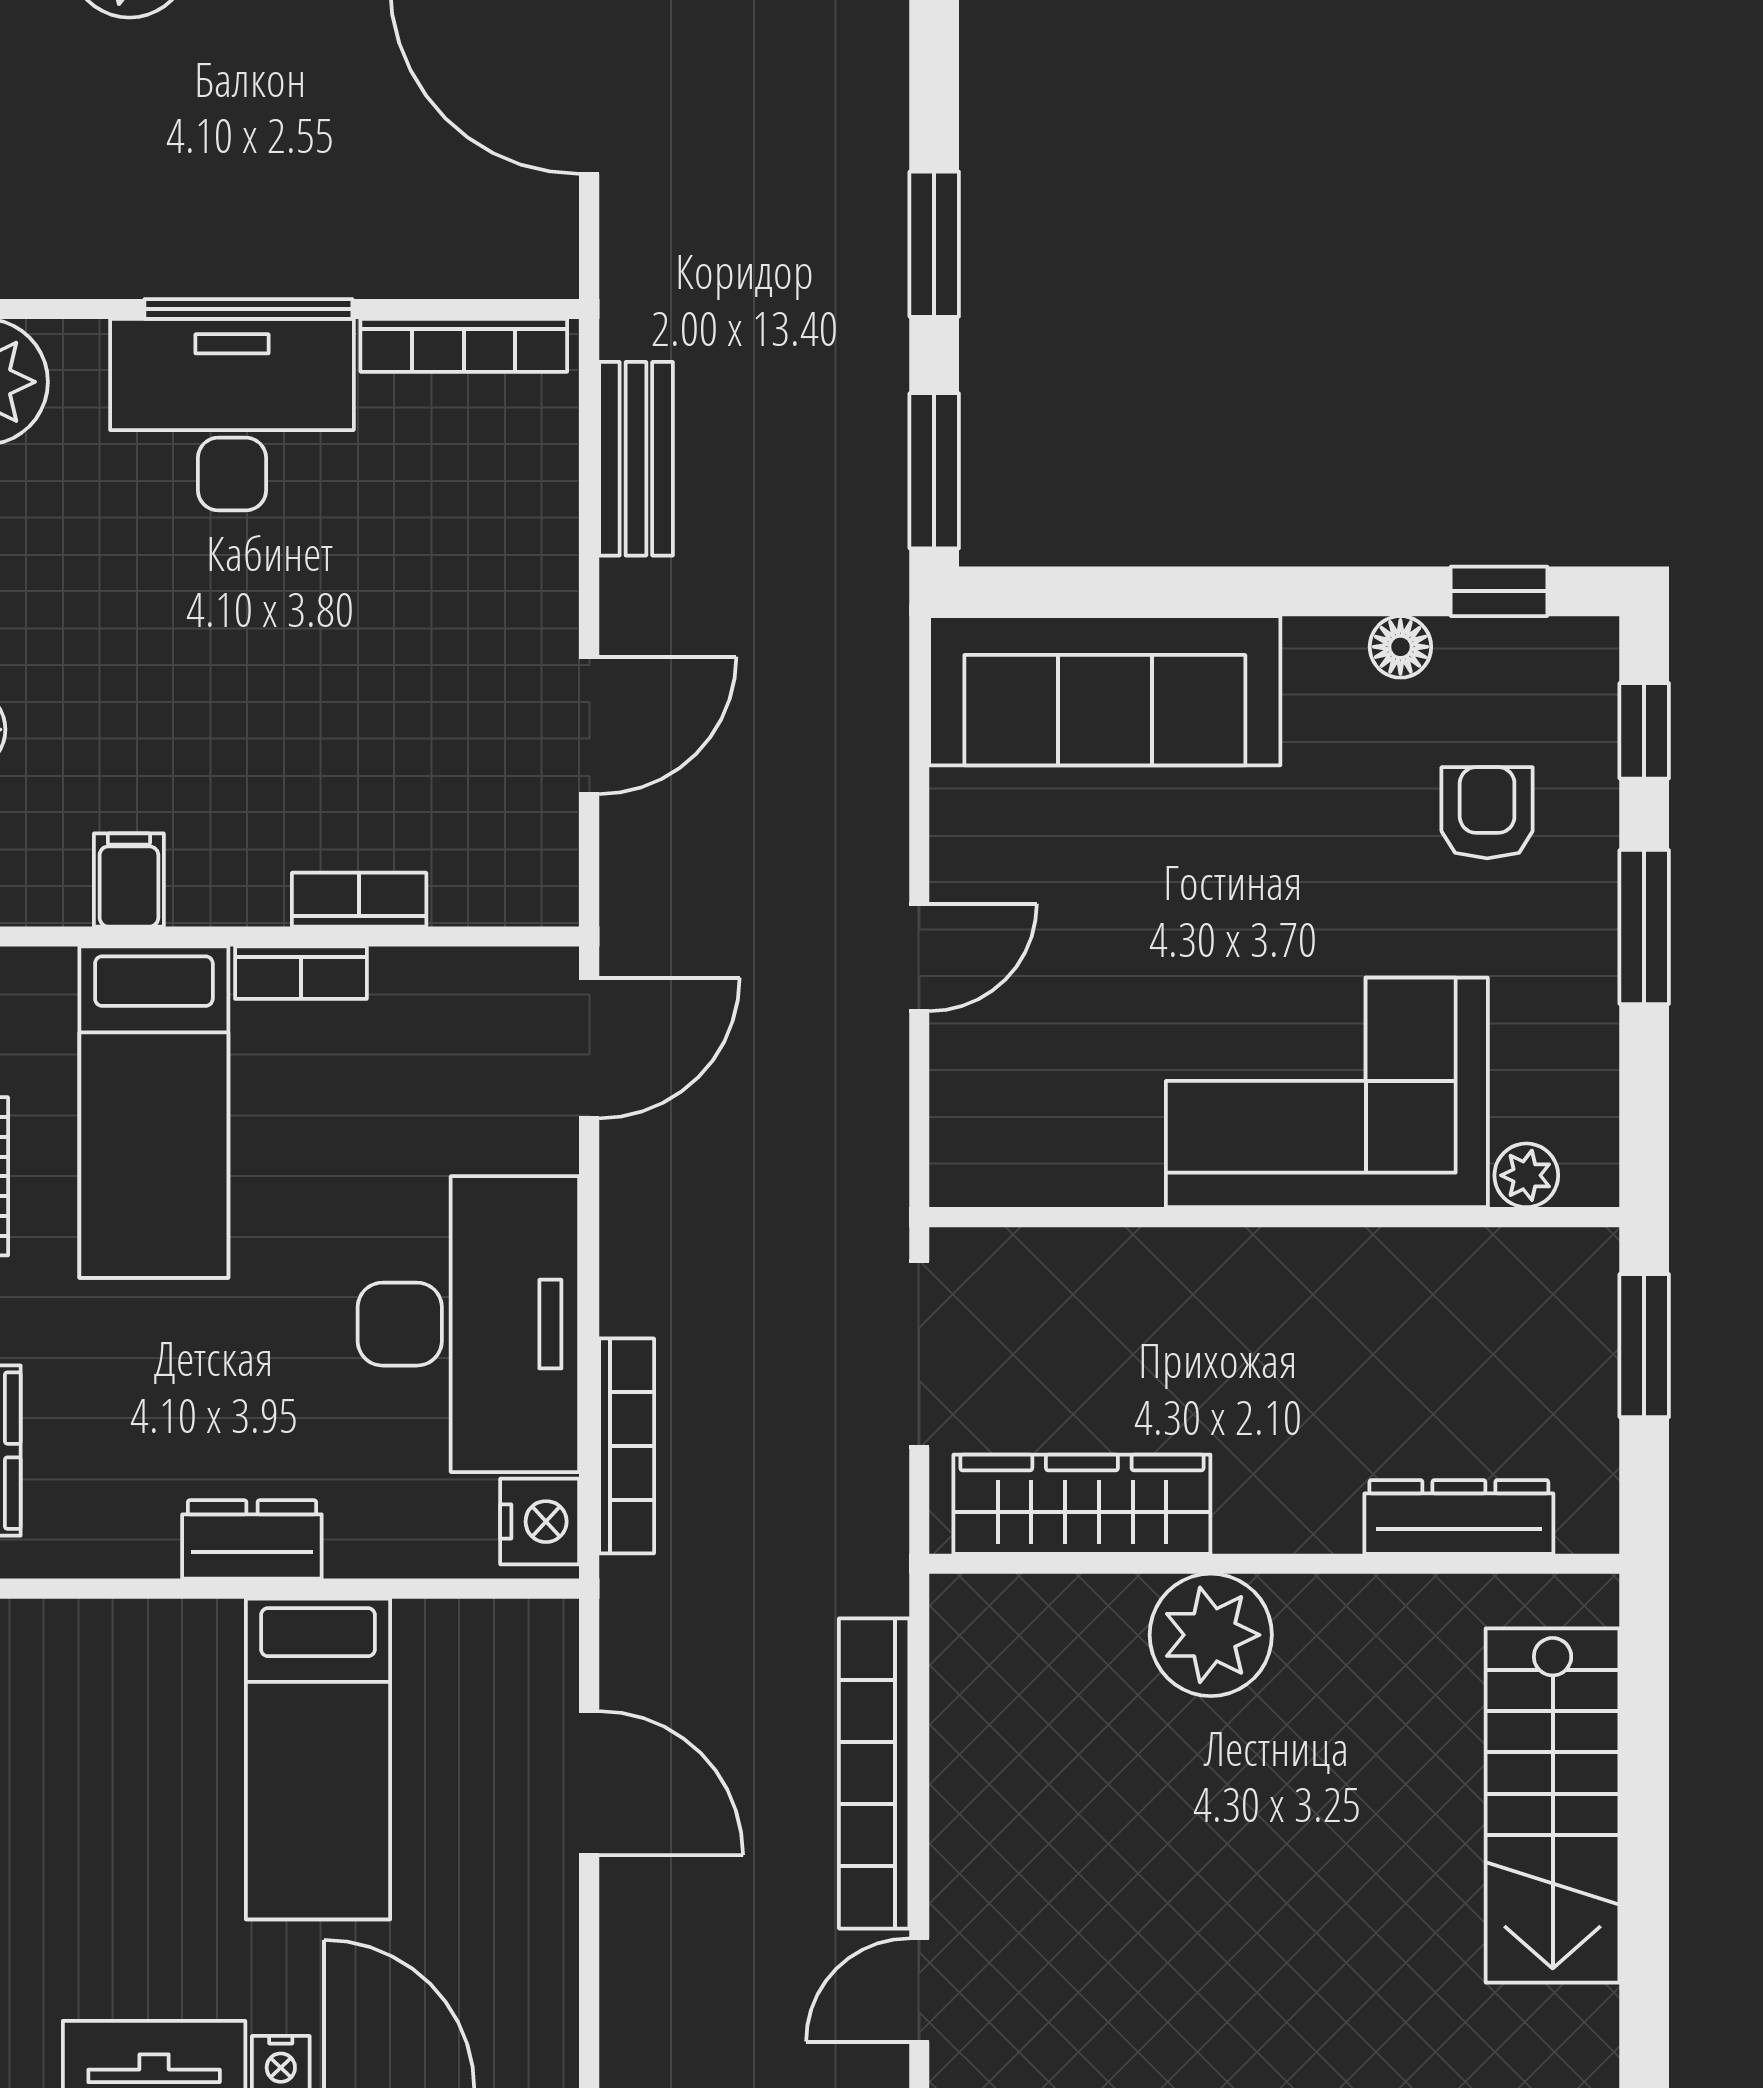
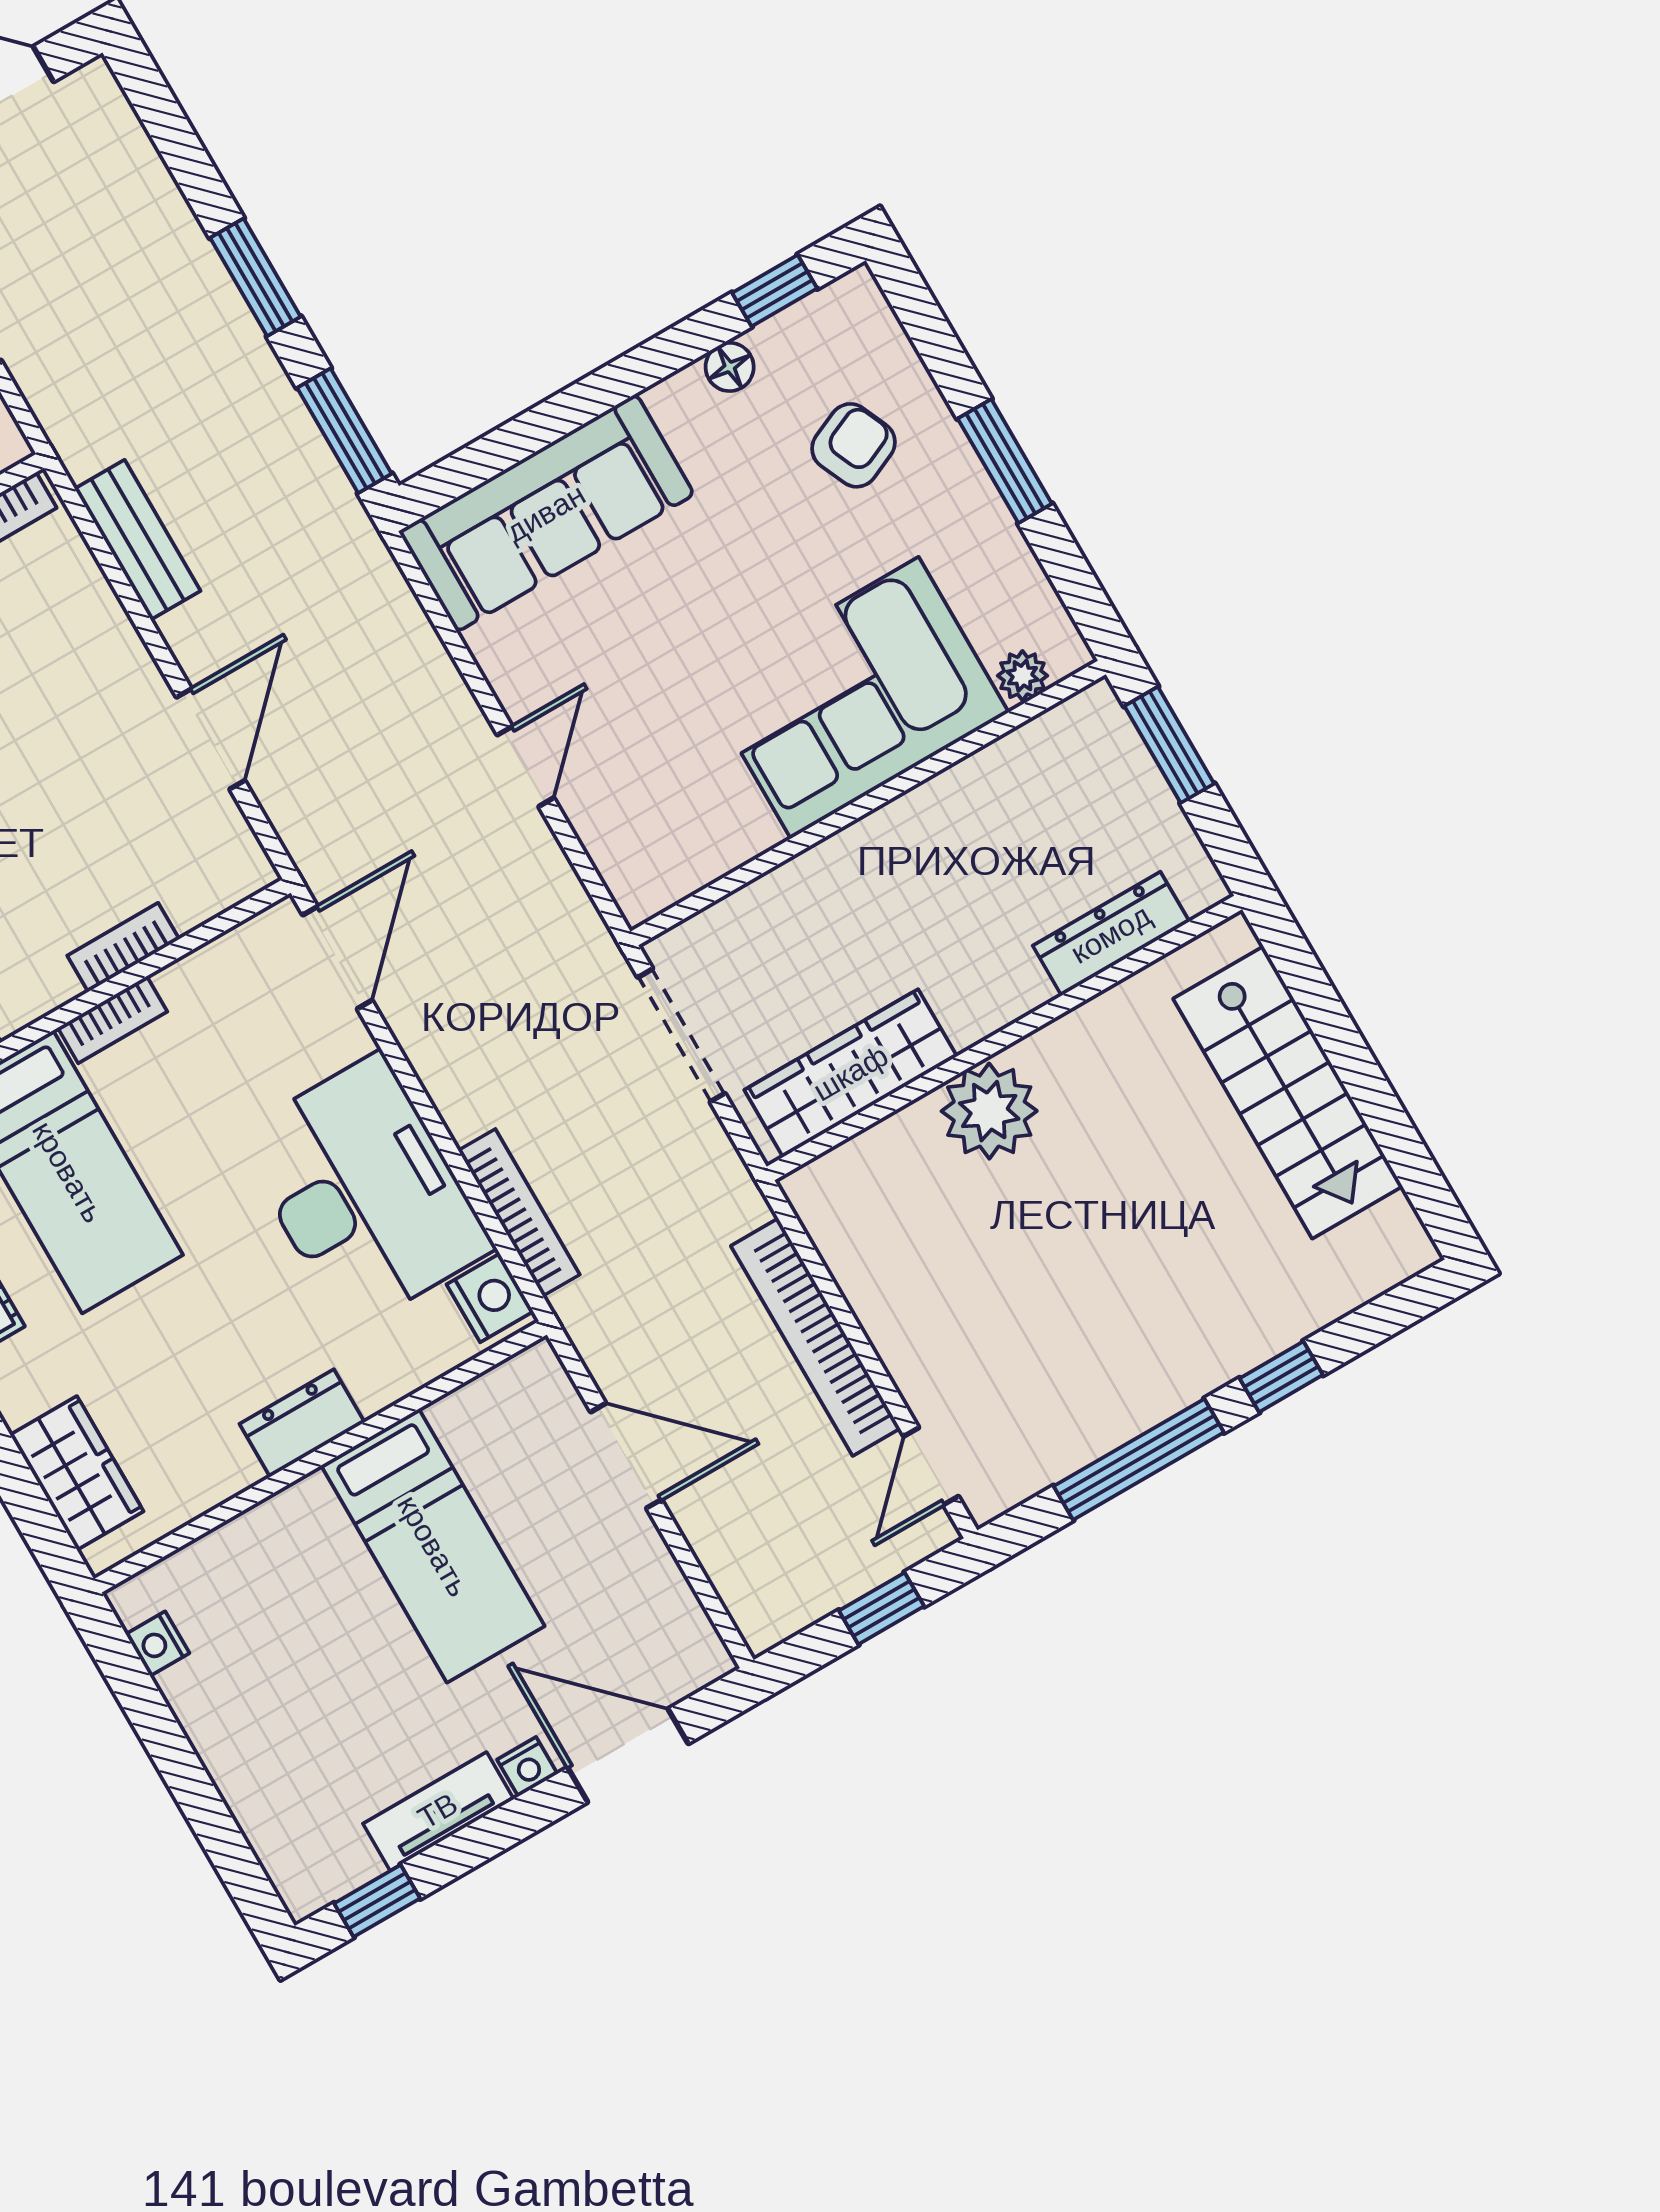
window: (1644, 731) -> (928, 328), removed
armchair: (1487, 813) -> (853, 445), turned 66

